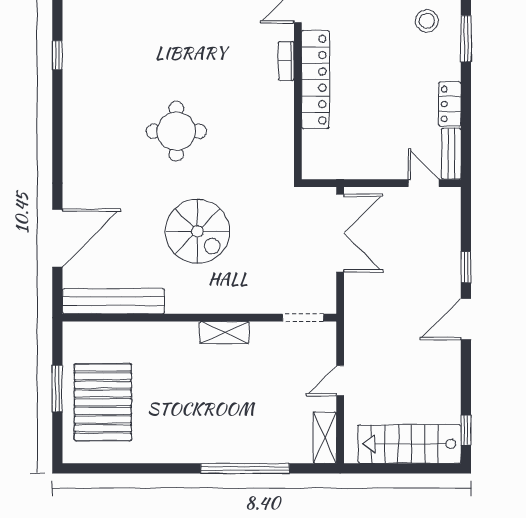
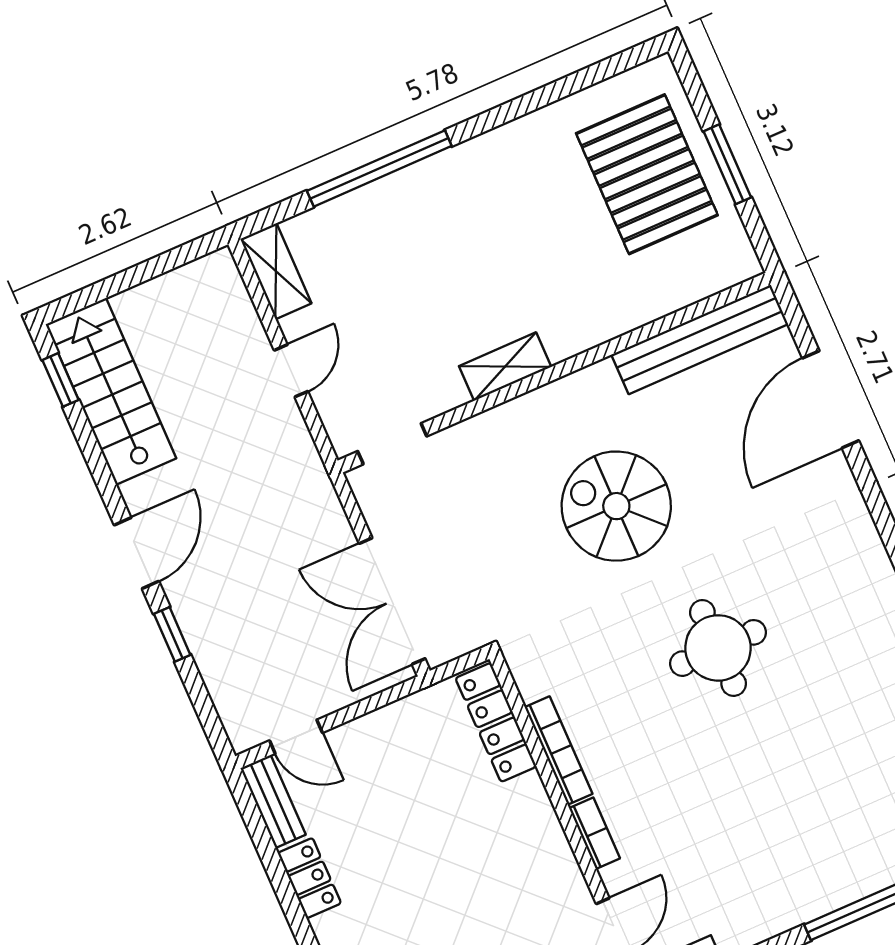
locker: (315, 80) -> (496, 722), moved, width x0.71, depth x0.83
bookcase: (286, 114) -> (559, 751), added
stairs: (410, 444) -> (111, 391), moved, turned -90

